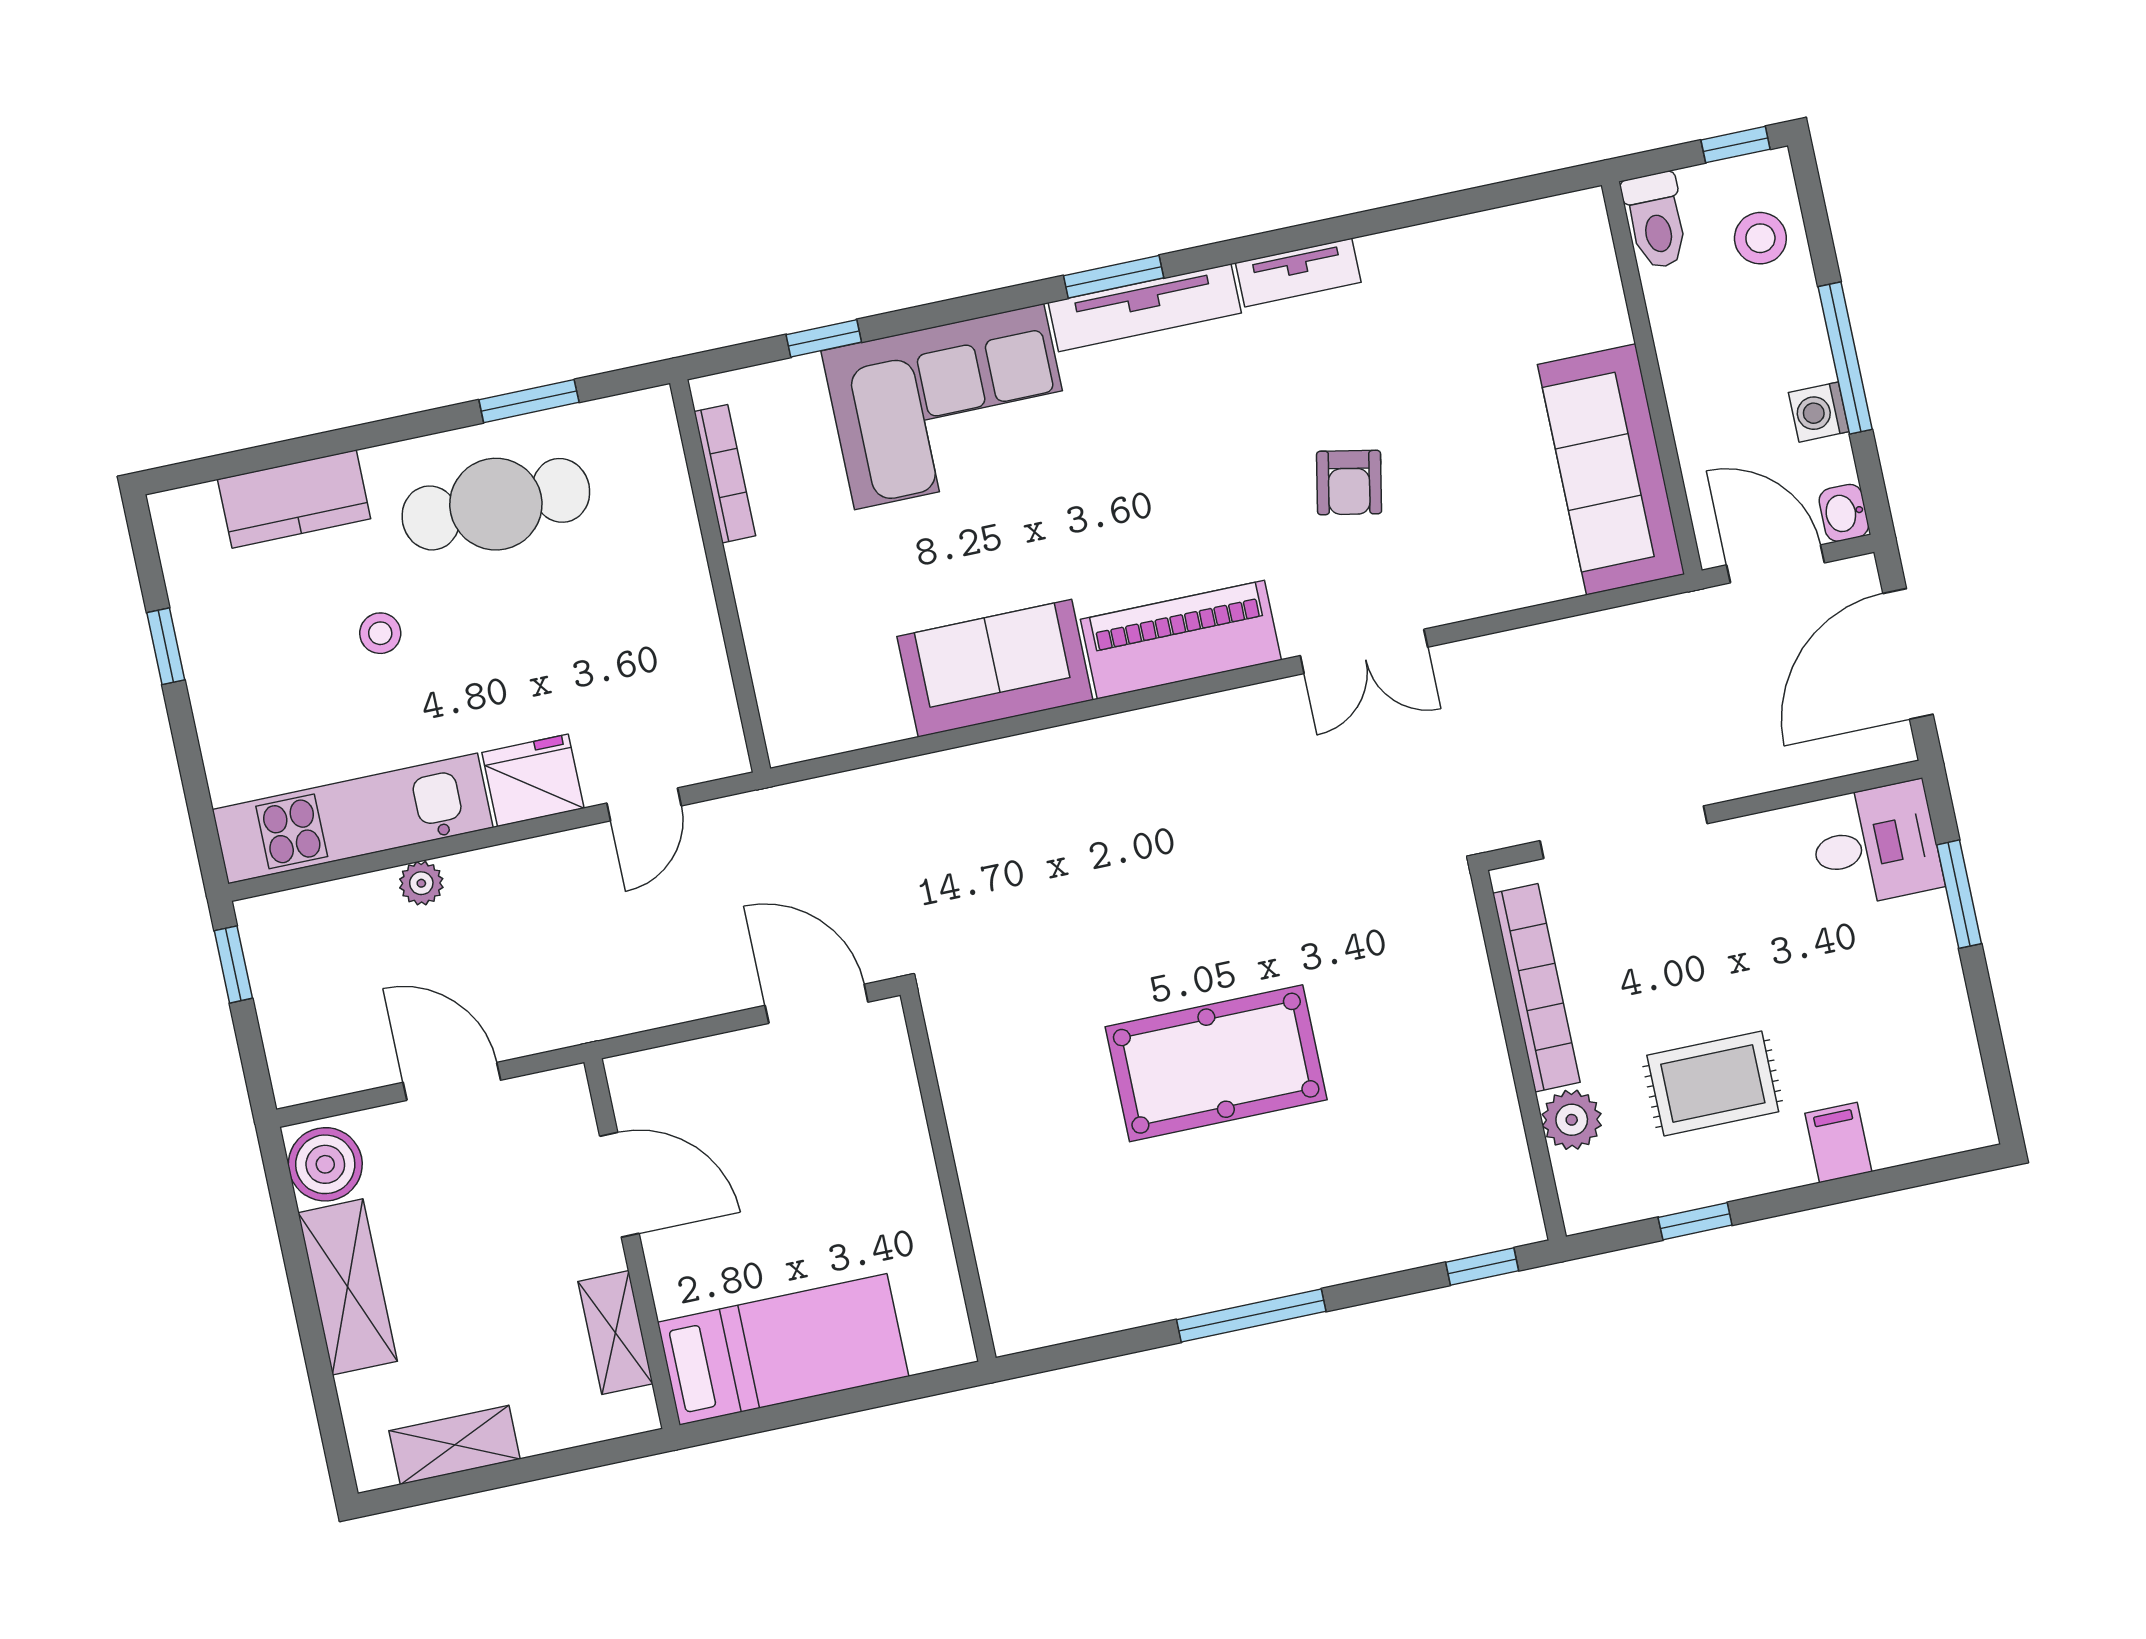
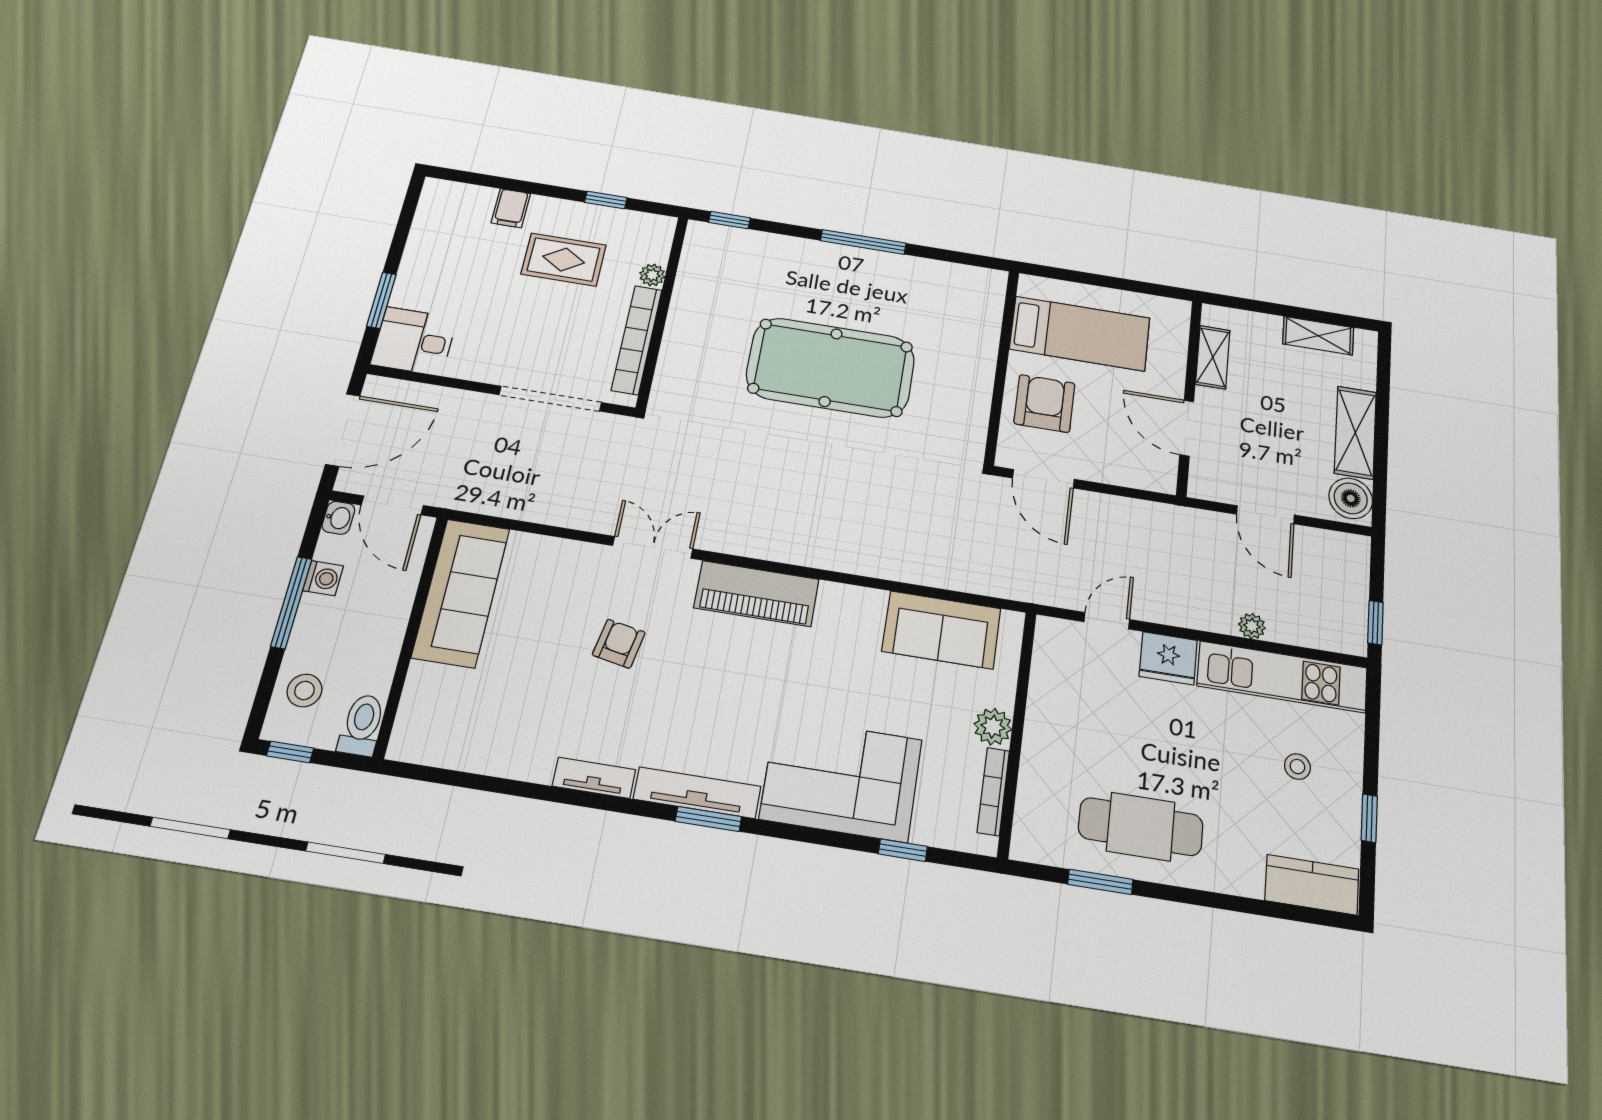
kitchen counter: (294, 499) -> (1312, 885), moved
plant: (759, 571) -> (993, 727), added
stool: (380, 633) -> (1297, 767), moved
sofa: (995, 668) -> (941, 630), moved
pool table: (1216, 1063) -> (831, 367), width x1.36, depth x1.32
plant: (1572, 1120) -> (652, 275), width x0.73, depth x0.73
armchair: (858, 1137) -> (1044, 403), added
bed: (783, 1349) -> (1080, 334), moved, turned 180

